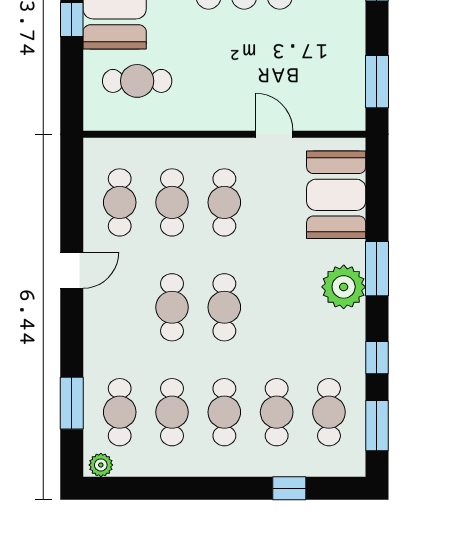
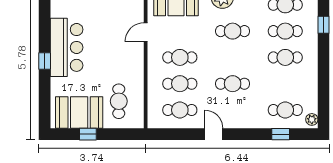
cafe table: (224, 307) -> (233, 31), moved
window: (72, 403) -> (281, 134), width x0.67
cafe table: (172, 412) -> (285, 84), removed

